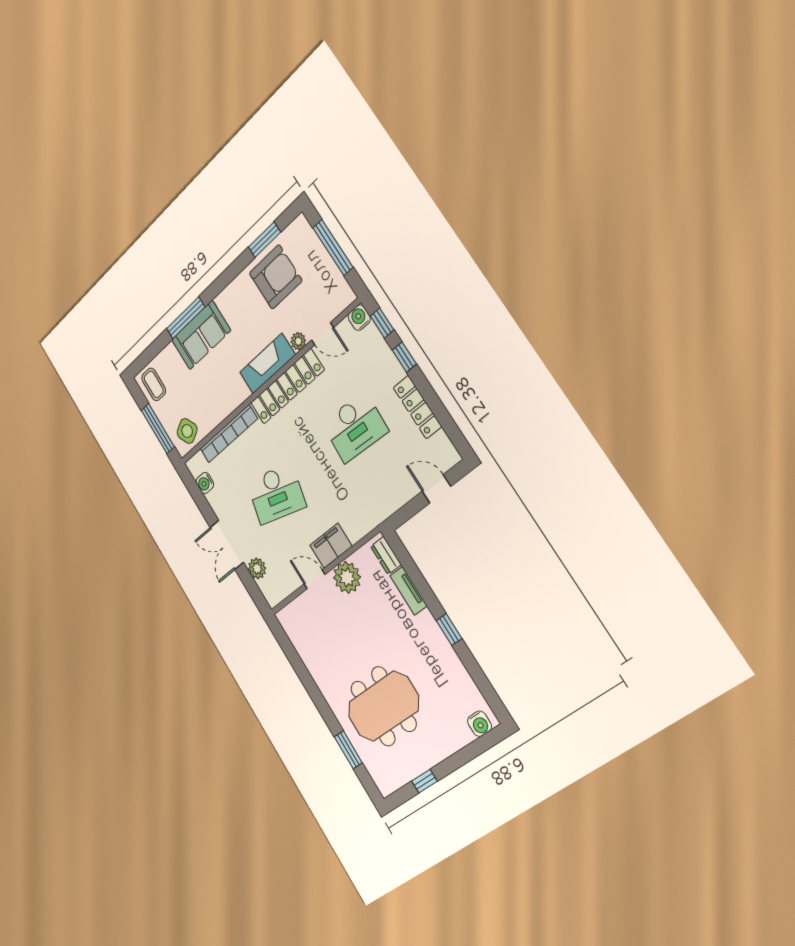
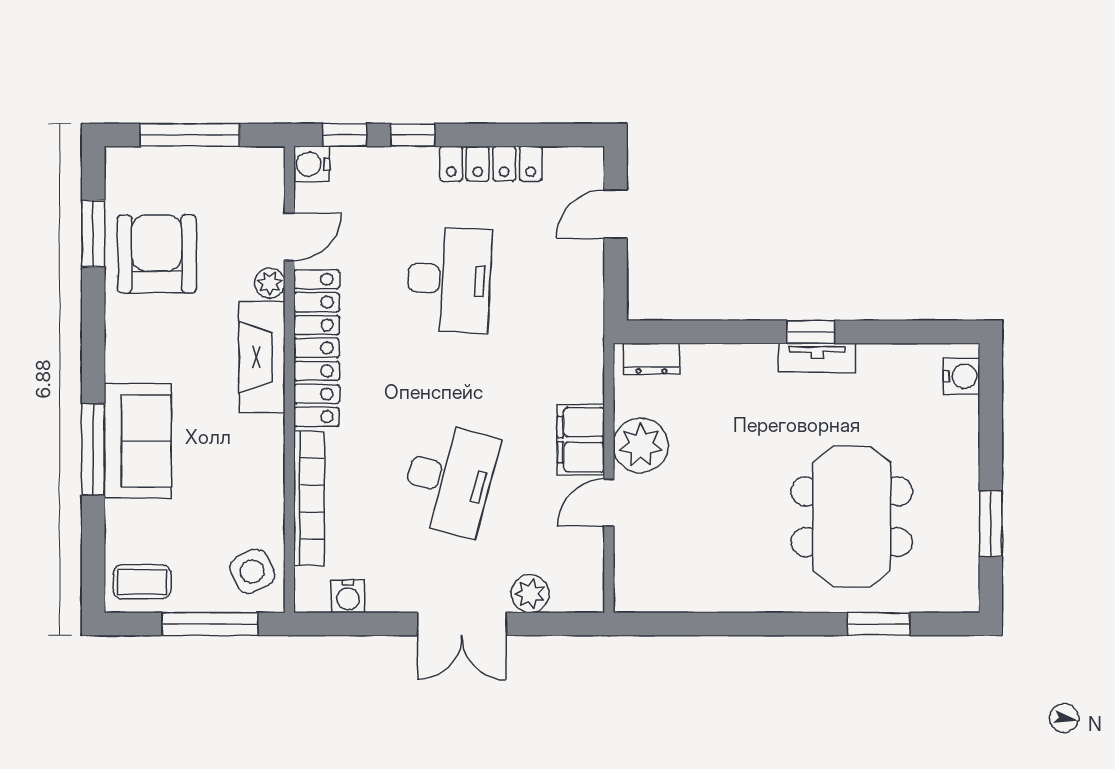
tv unit: (409, 591) -> (817, 358), moved
window: (424, 781) -> (991, 524), width x1.50

